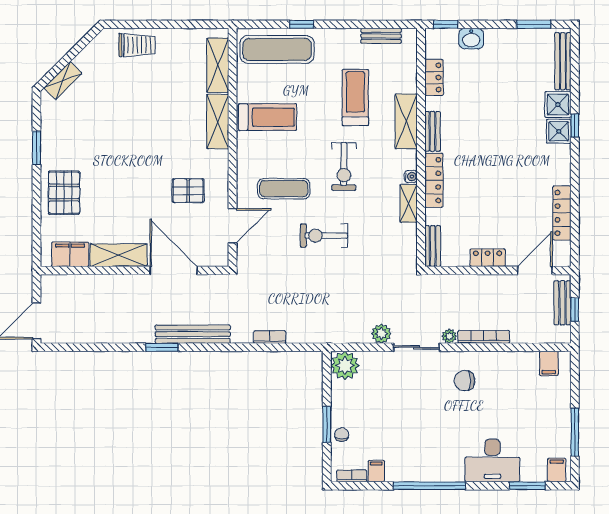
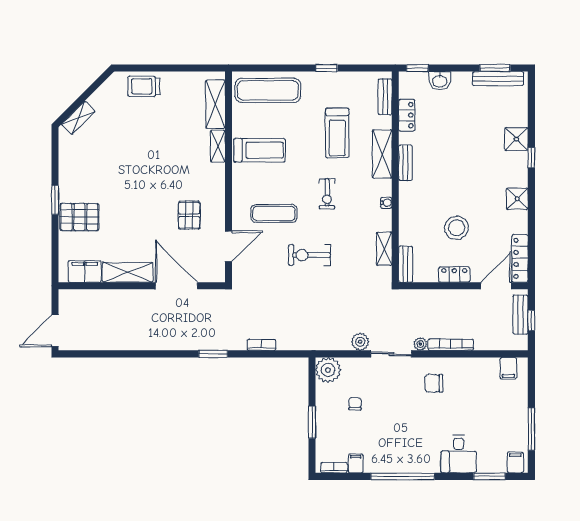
window: (301, 24) -> (327, 68), moved
bench: (381, 36) -> (385, 97), moved, turned 90
trolley: (137, 45) -> (144, 86), turned 180
bench: (563, 61) -> (498, 79), moved, turned 90
treadmill: (355, 98) -> (337, 133), turned 180
shelving: (218, 121) -> (218, 146), width x0.67, depth x0.75
shower: (559, 131) -> (517, 199), moved
window: (36, 148) -> (55, 200), moved
exercise bike: (344, 166) -> (327, 194), width x0.73, depth x0.72
locker: (434, 180) -> (407, 206), removed
pallet: (188, 191) -> (189, 215), turned 90
pallet: (64, 193) -> (79, 217), turned 90
shelving: (409, 203) -> (384, 249), moved
stool: (490, 205) -> (456, 228), added
locker: (562, 213) -> (520, 258), moved
bench: (193, 334) -> (193, 342), removed
window: (162, 347) -> (213, 354), moved
chair: (342, 435) -> (355, 404), moved
desk: (492, 460) -> (459, 454), width x0.73

